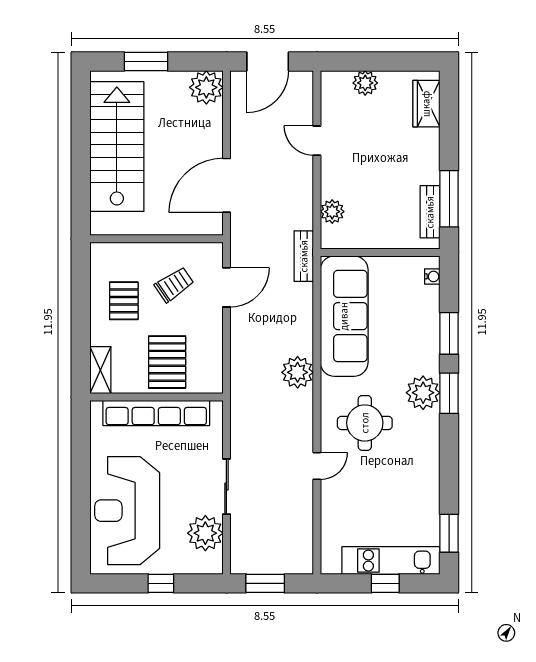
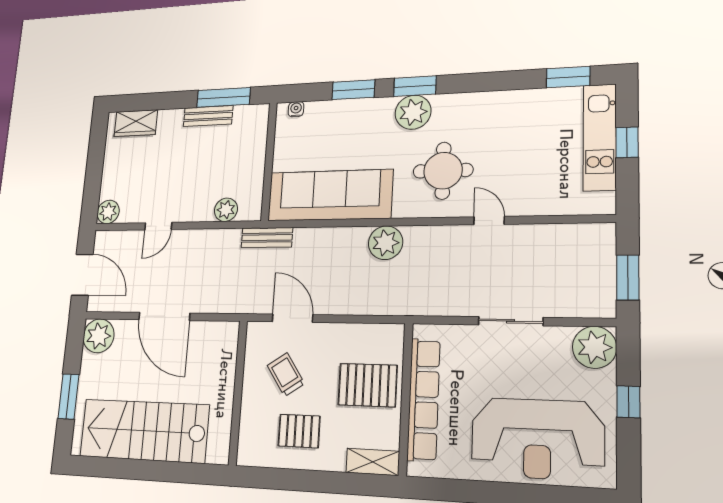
plant: (365, 83) -> (108, 212), moved
door: (226, 185) -> (164, 316), moved
bench: (430, 212) -> (208, 116), moved
plant: (205, 533) -> (595, 347), moved

